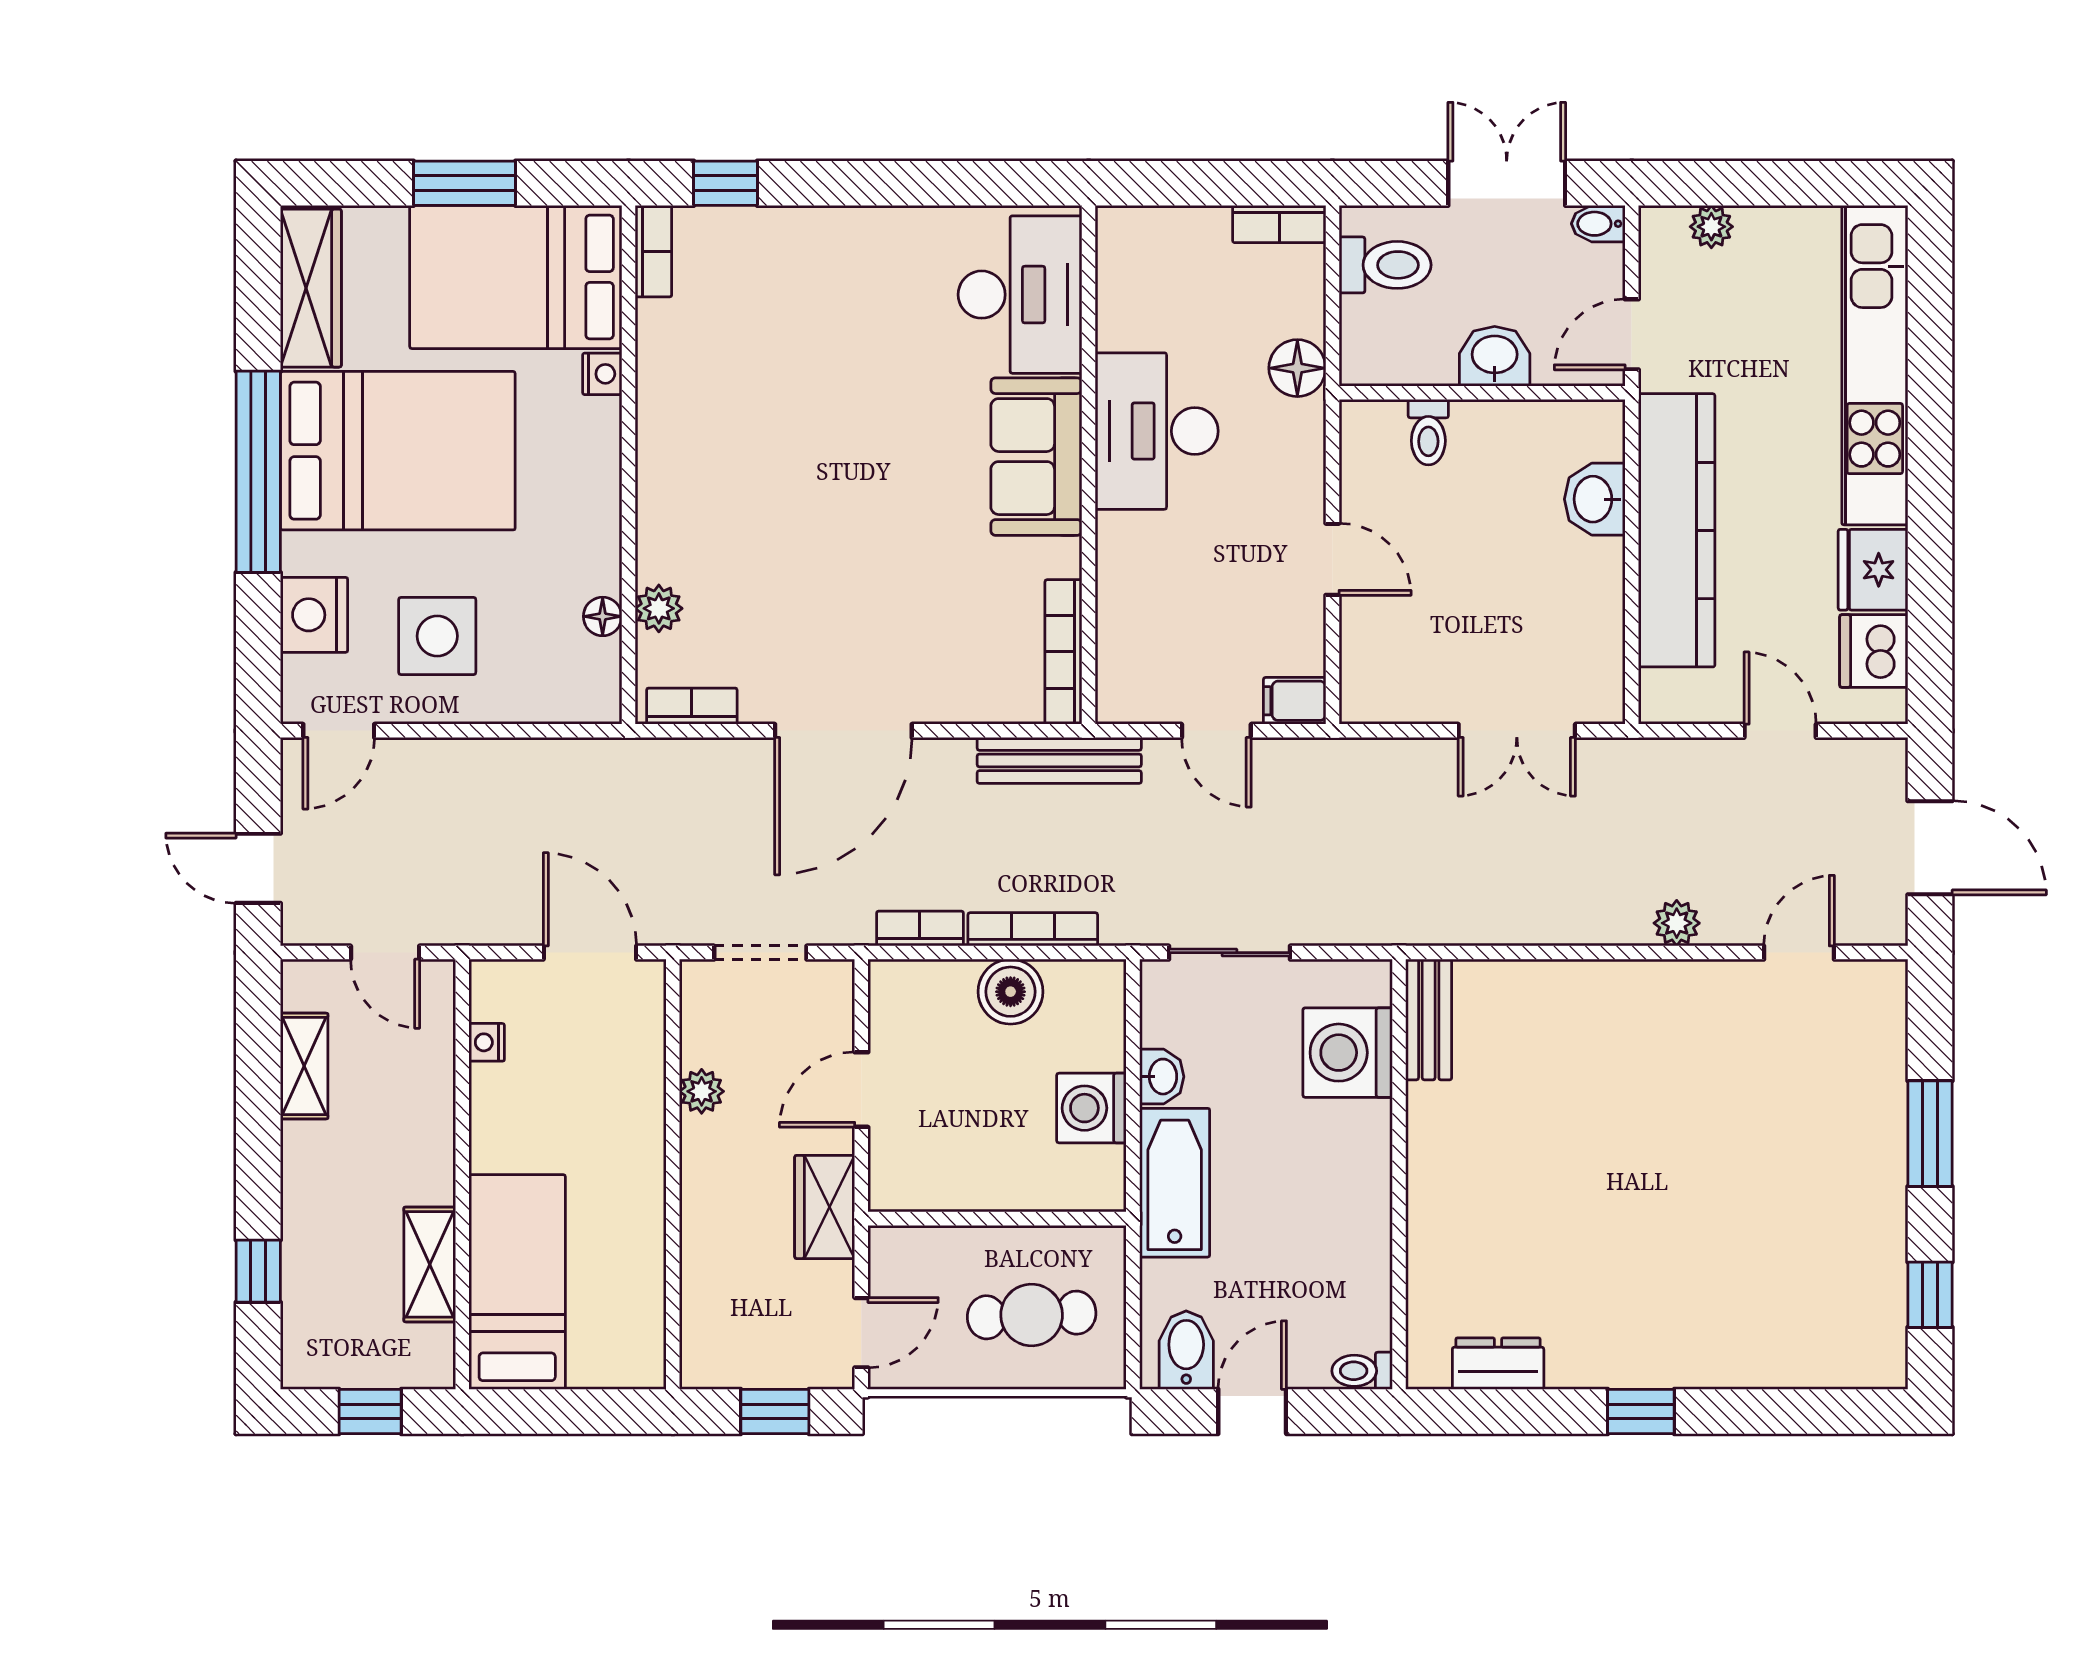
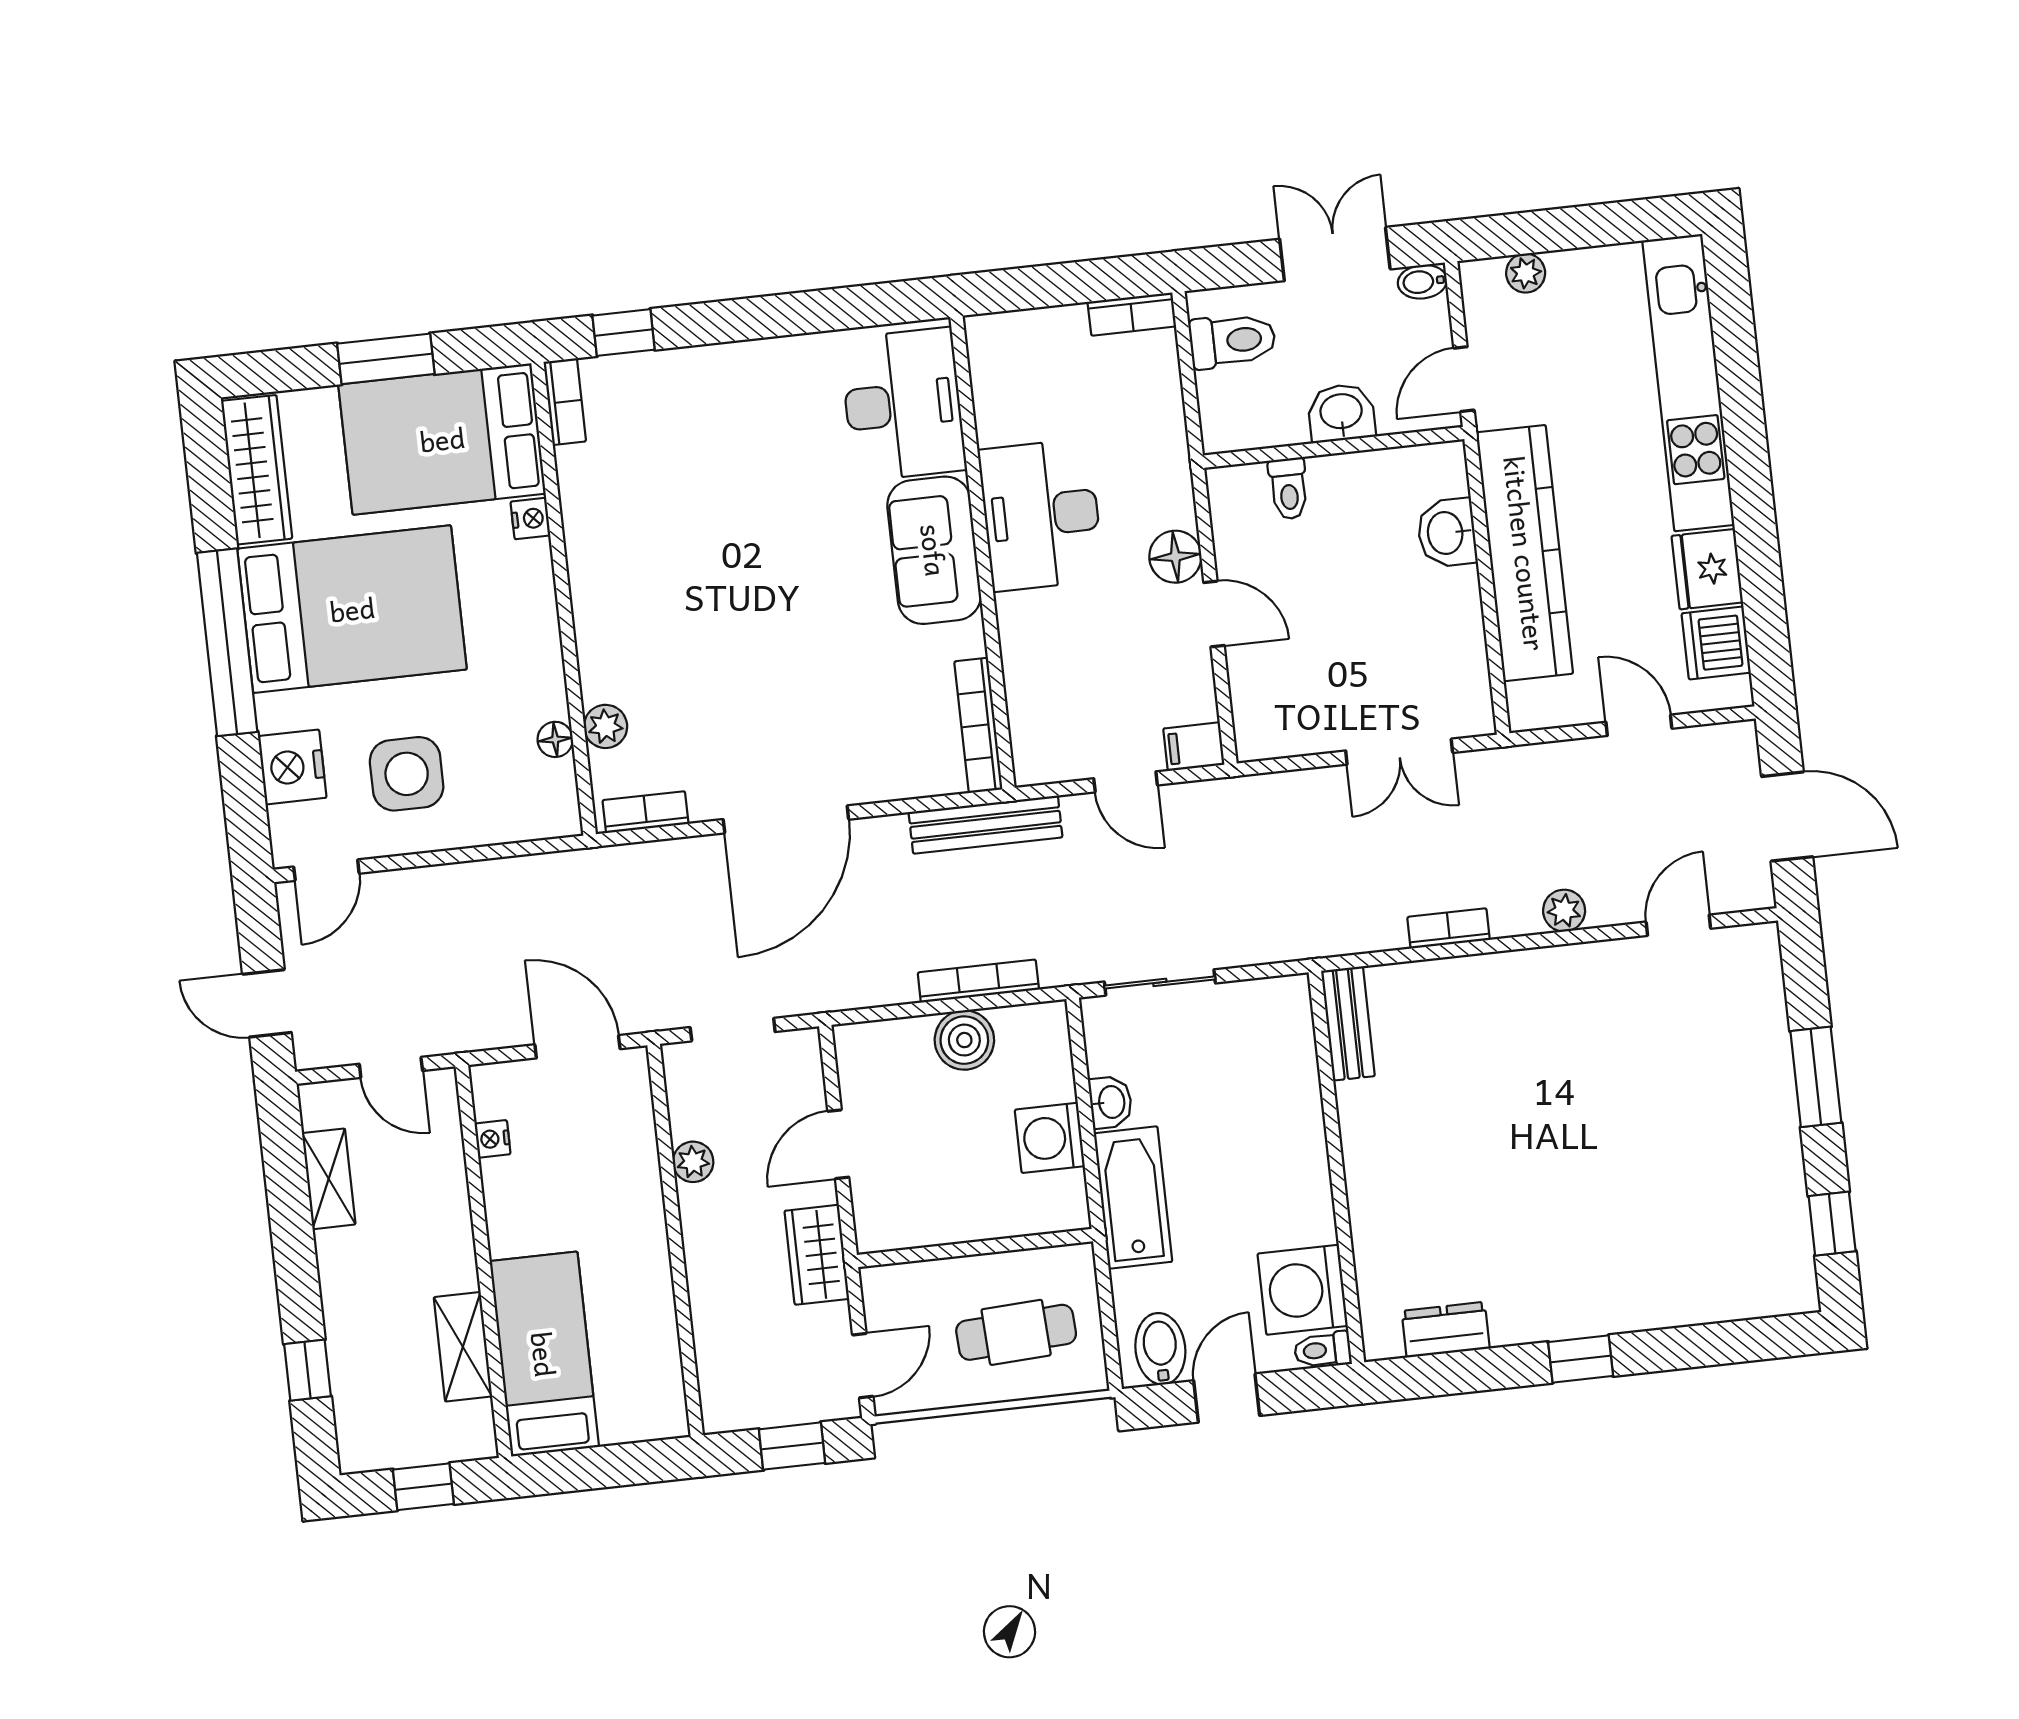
floor lamp: (1297, 368) -> (1175, 557), moved
bookcase: (920, 929) -> (1449, 928), moved
washing machine: (1348, 1053) -> (1303, 1290), moved

